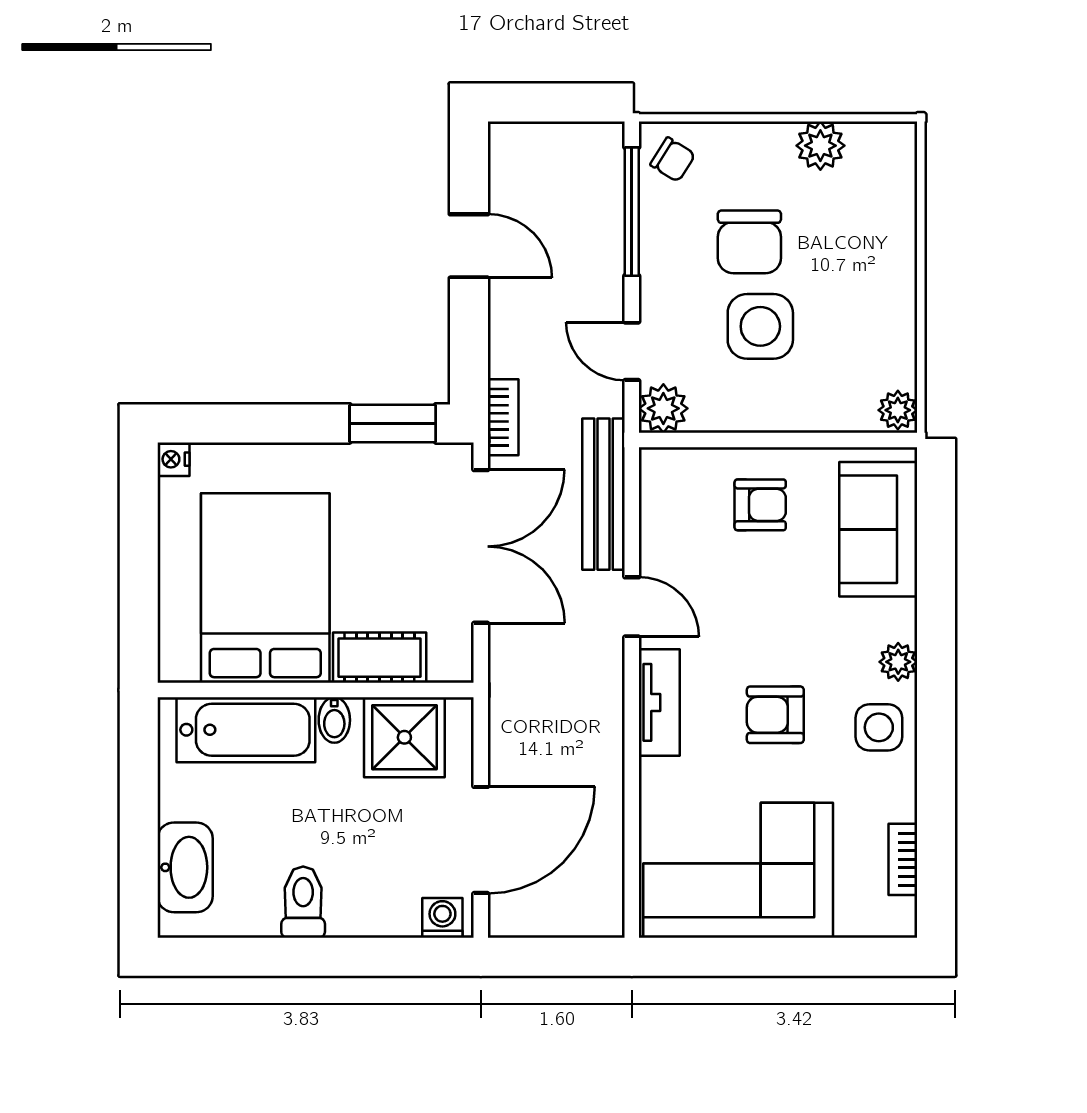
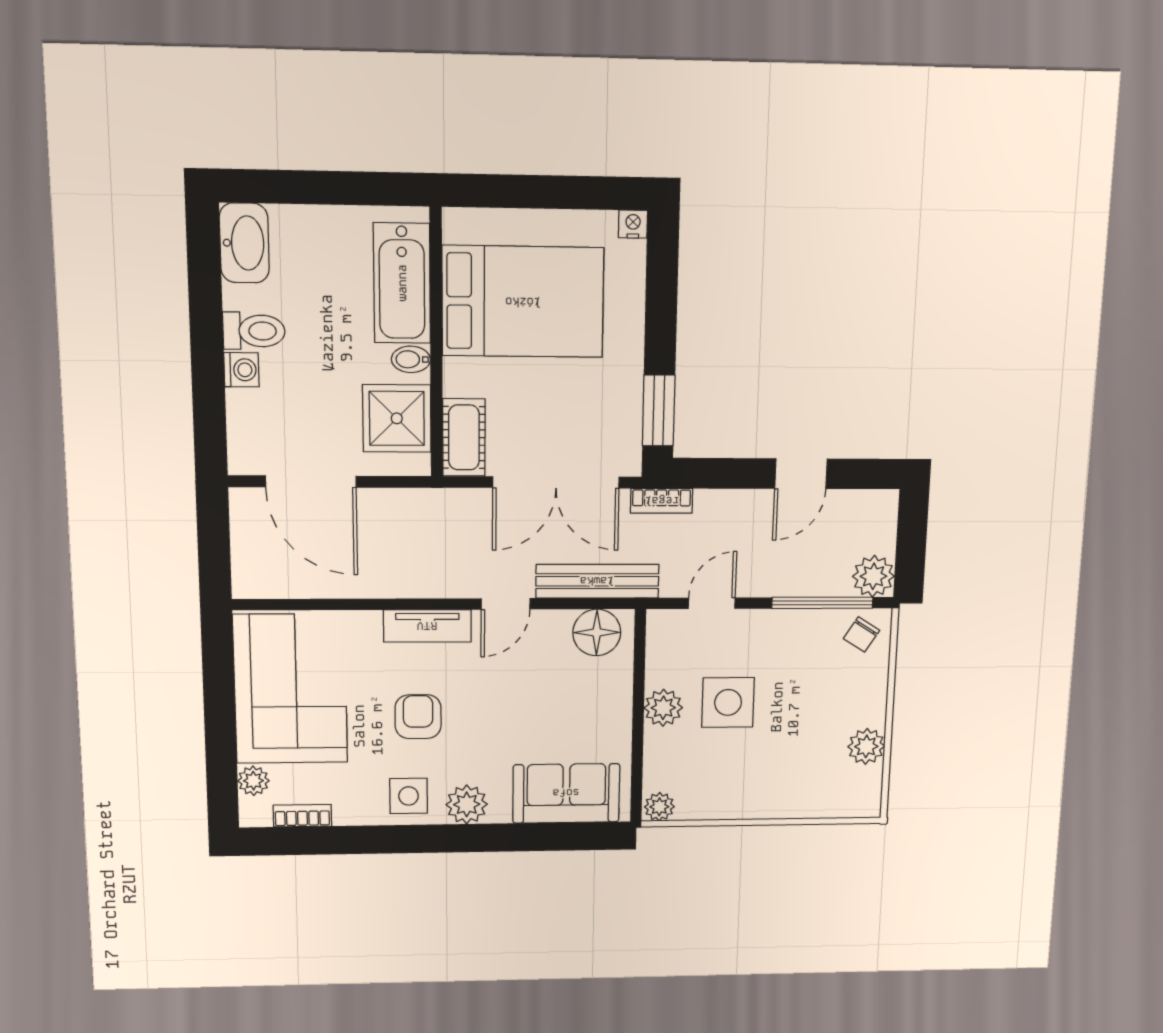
plant: (598, 148) -> (873, 576), added
chair: (749, 242) -> (794, 694), removed
plant: (663, 408) -> (663, 708), moved
floor lamp: (669, 494) -> (597, 632), added
armchair: (760, 505) -> (587, 704), removed
cot: (380, 658) -> (464, 437), moved
plant: (898, 662) -> (467, 804), width x1.38, depth x1.38
washbasin: (185, 867) -> (244, 243), moved, turned -90
washing machine: (442, 918) -> (241, 370), moved
plant: (856, 918) -> (253, 781), added

